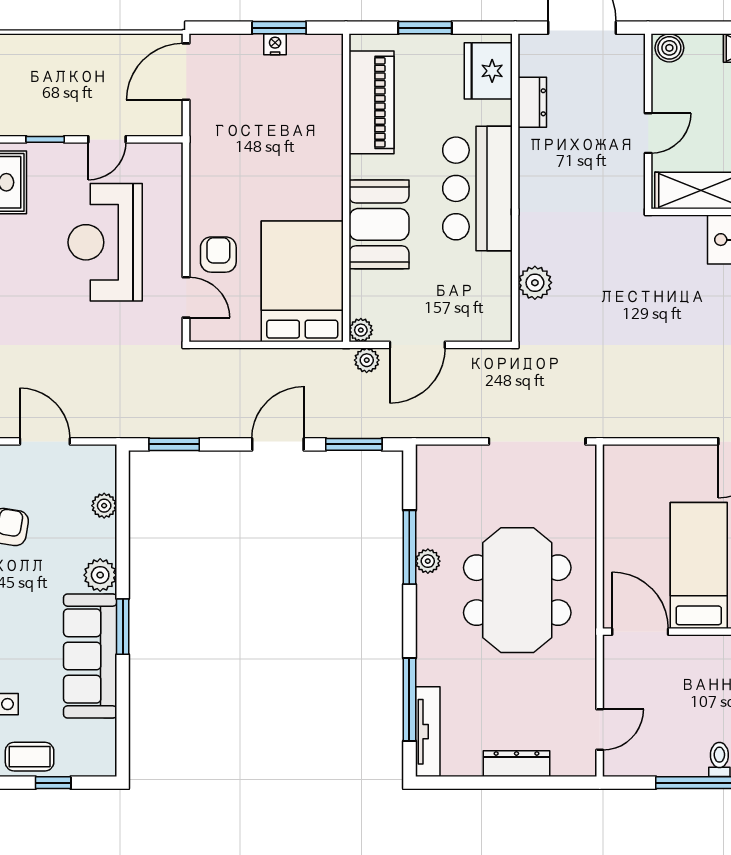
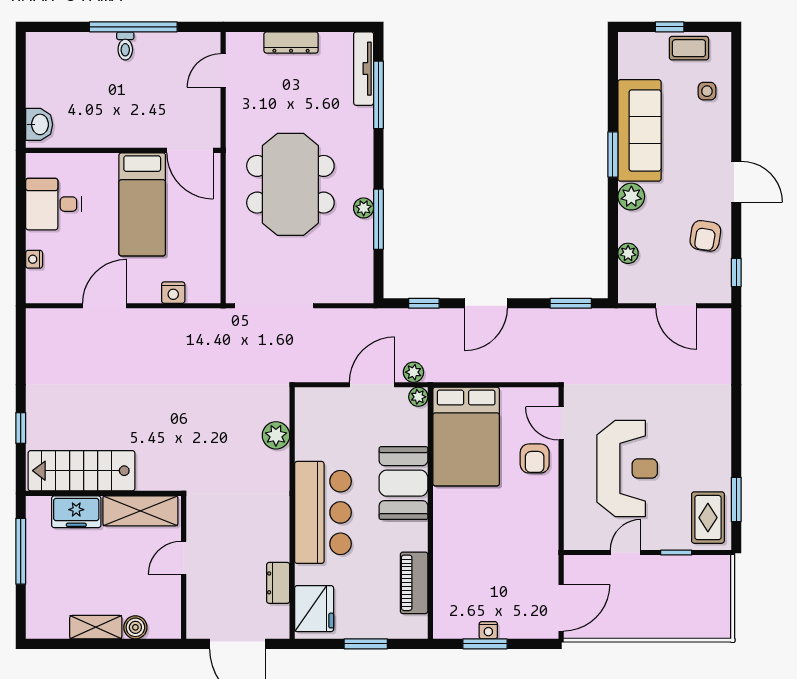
boiler: (669, 48) -> (135, 627), moved
piano: (371, 102) -> (414, 583), width x0.73, depth x0.75
window: (354, 444) -> (424, 303), width x0.67
nightstand: (661, 458) -> (173, 293), added

